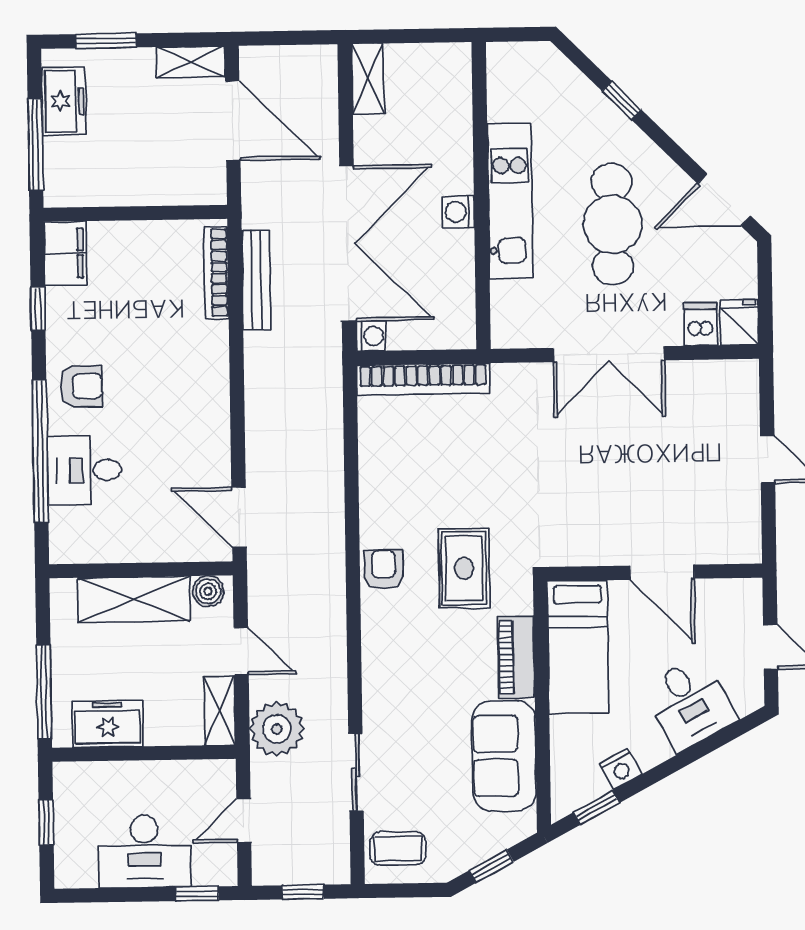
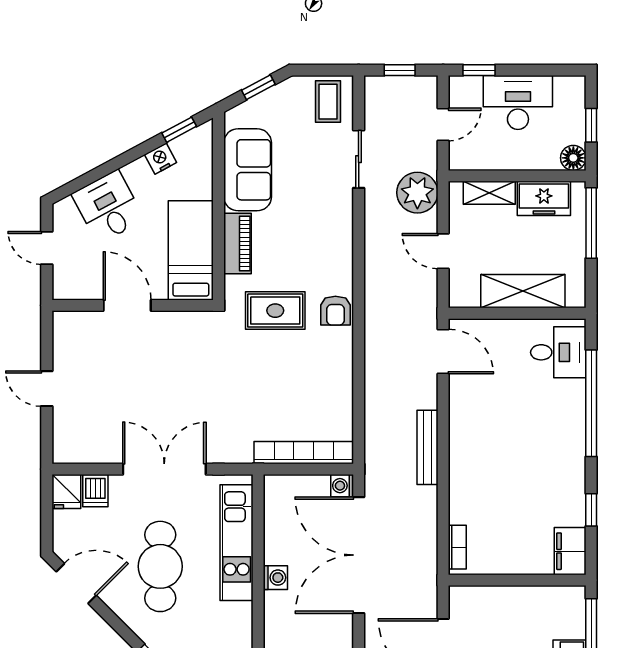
kitchen unit: (510, 201) -> (237, 543), moved
bookcase: (216, 273) -> (457, 547), width x0.64
bench: (256, 280) -> (427, 447), moved
armchair: (81, 386) -> (560, 451), removed
desk: (85, 470) -> (558, 352), moved
rug: (464, 568) -> (275, 311), turned 90
boiler: (208, 591) -> (467, 296), removed
shelving: (219, 710) -> (489, 193), moved, turned 90
floor lamp: (69, 778) -> (573, 158), added
coffee table: (398, 849) -> (328, 102), turned 90

